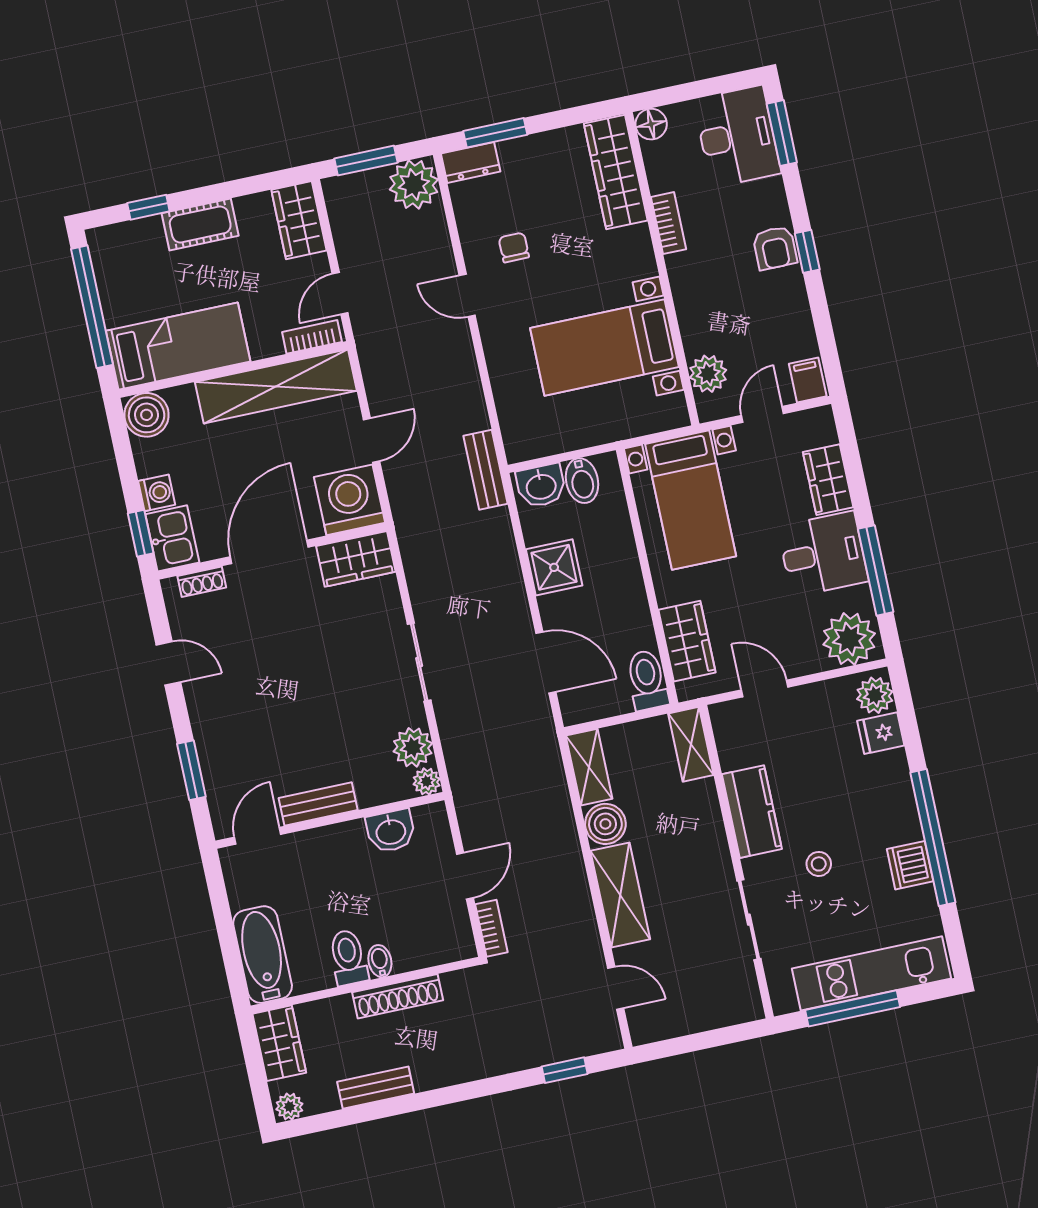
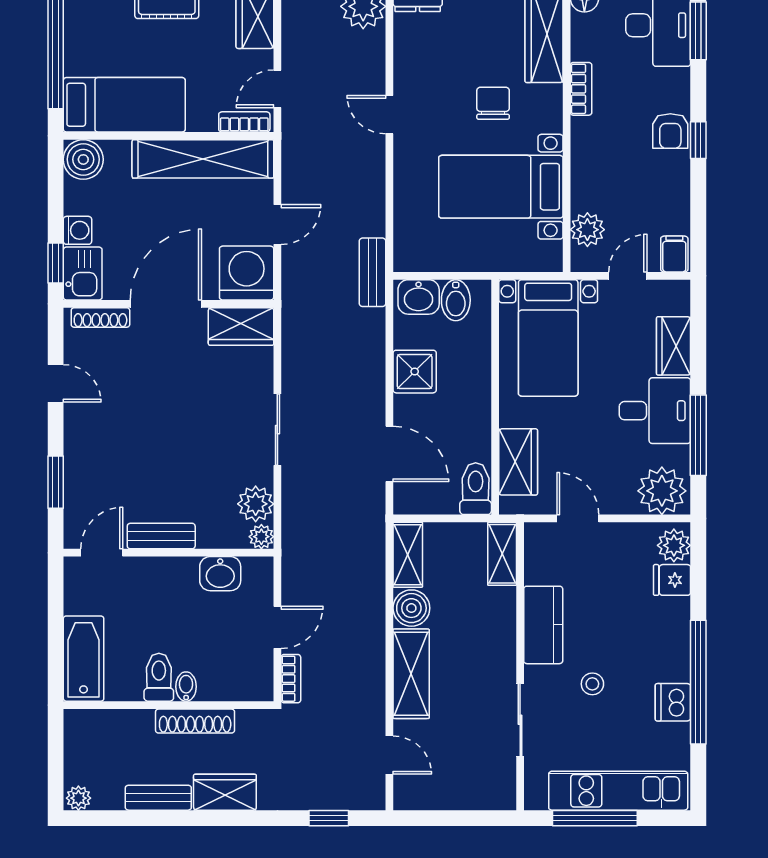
chair: (514, 247) -> (493, 103), moved, width x1.37, depth x1.37
shoe rack: (202, 582) -> (100, 317), width x1.43
wardrobe: (279, 1043) -> (225, 792), moved, turned -90

